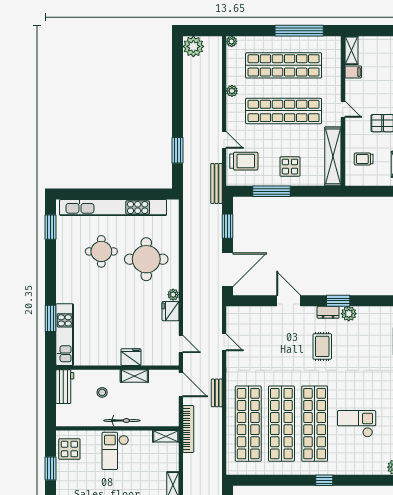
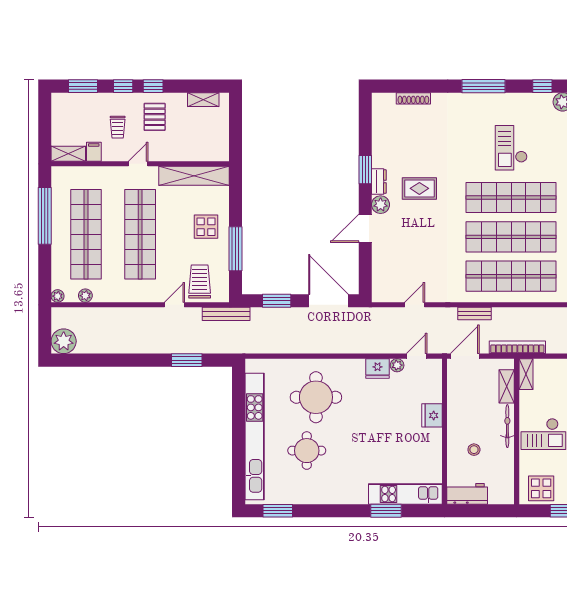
plant: (232, 91) -> (85, 296), moved
trolley: (364, 159) -> (118, 127), moved
plant: (173, 295) -> (397, 365), moved
plant: (349, 314) -> (381, 205), moved
shelving: (134, 376) -> (507, 386), moved

